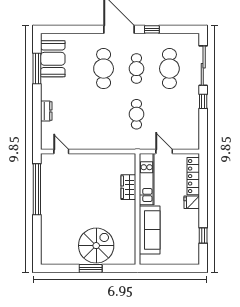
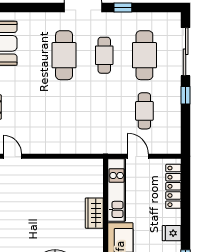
cafe table: (136, 114) -> (144, 111), moved
wardrobe: (128, 187) -> (94, 213), moved
fridge: (192, 202) -> (172, 233), moved

